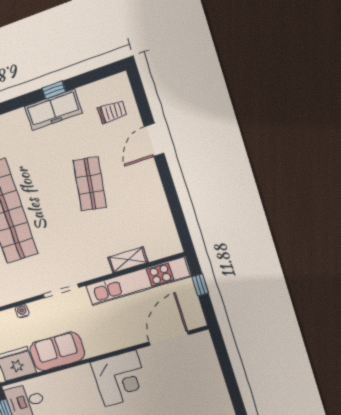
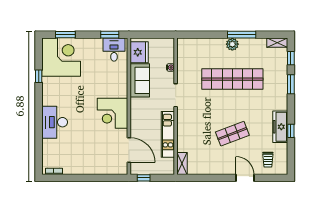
shop shelf: (90, 184) -> (232, 134), turned -30
shelving: (128, 260) -> (182, 164), moved
kitchen unit: (138, 281) -> (168, 134), width x0.73
window: (200, 285) -> (144, 178), moved

